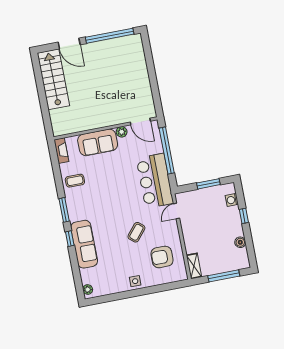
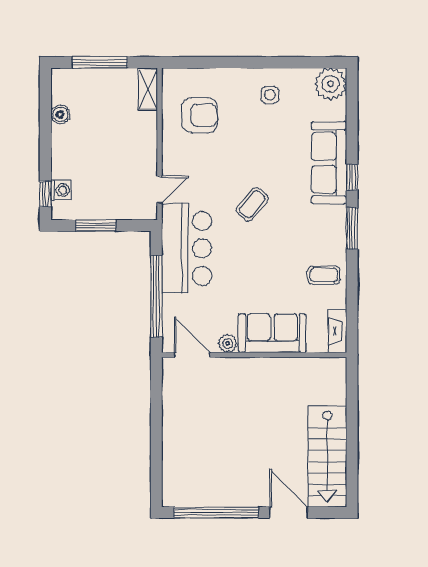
window: (244, 216) -> (45, 194), moved
coffee table: (136, 232) -> (252, 204), moved
side table: (135, 281) -> (270, 95), moved
plant: (88, 290) -> (331, 84), width x1.88, depth x1.88

